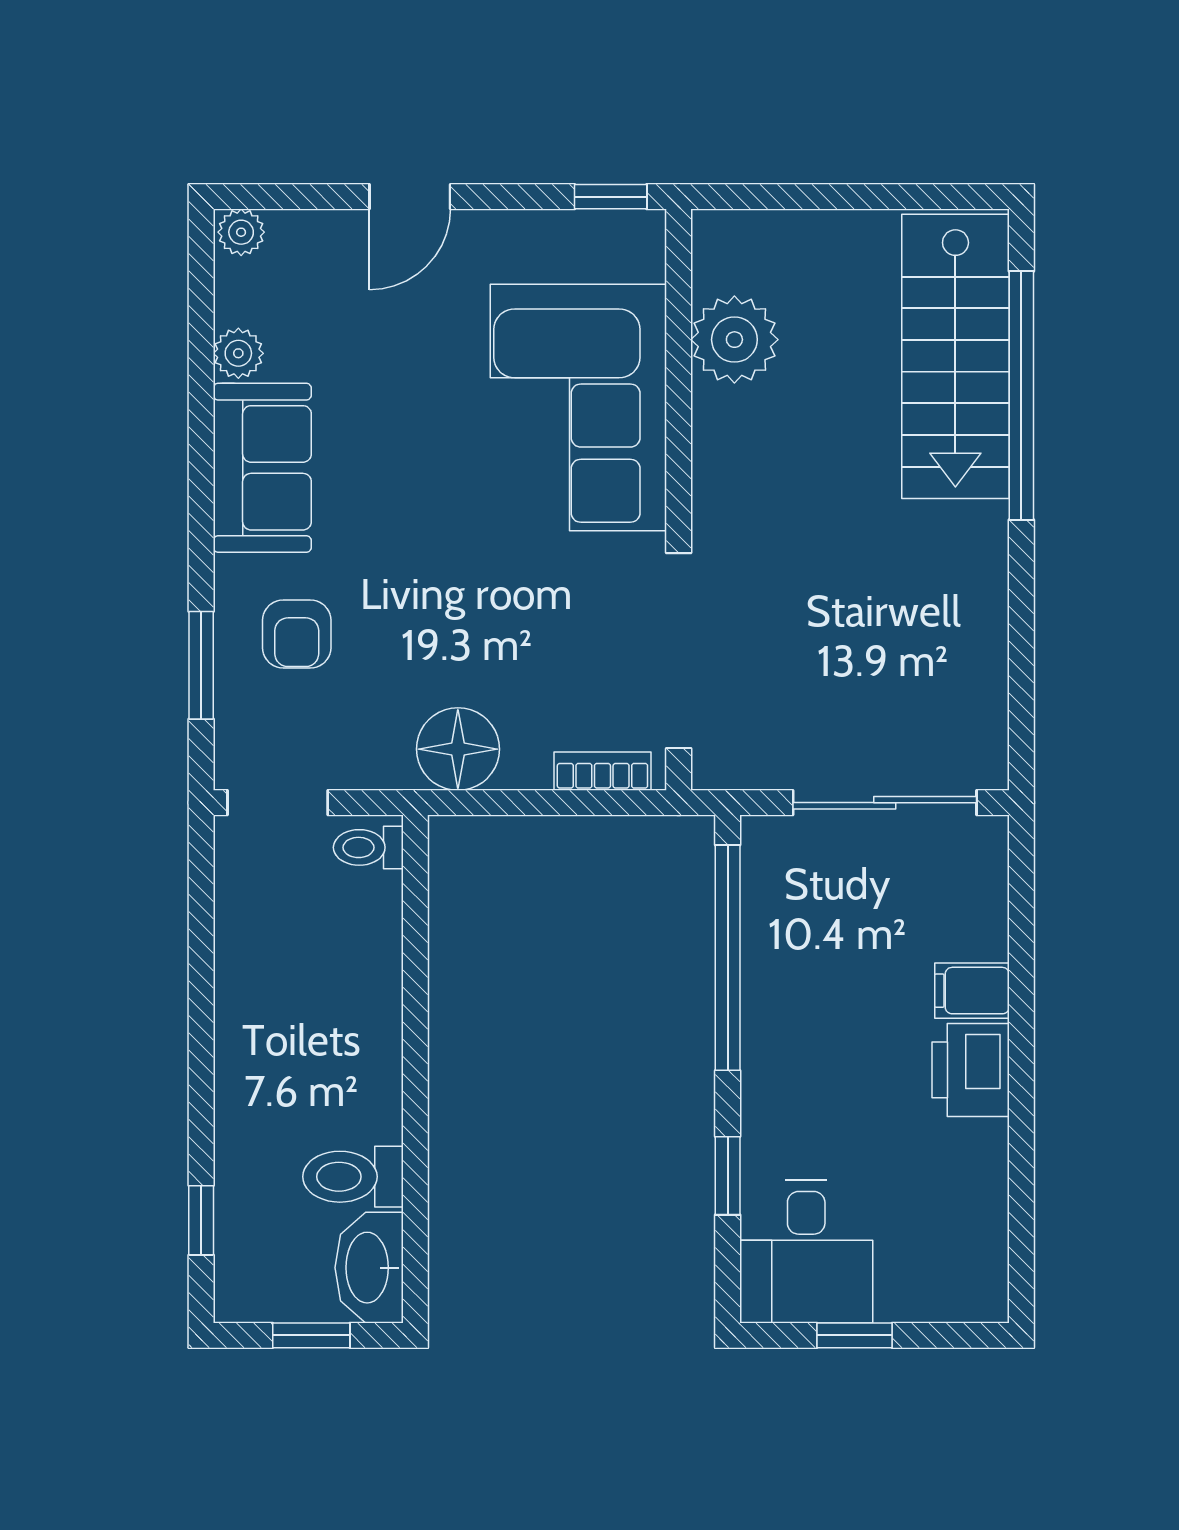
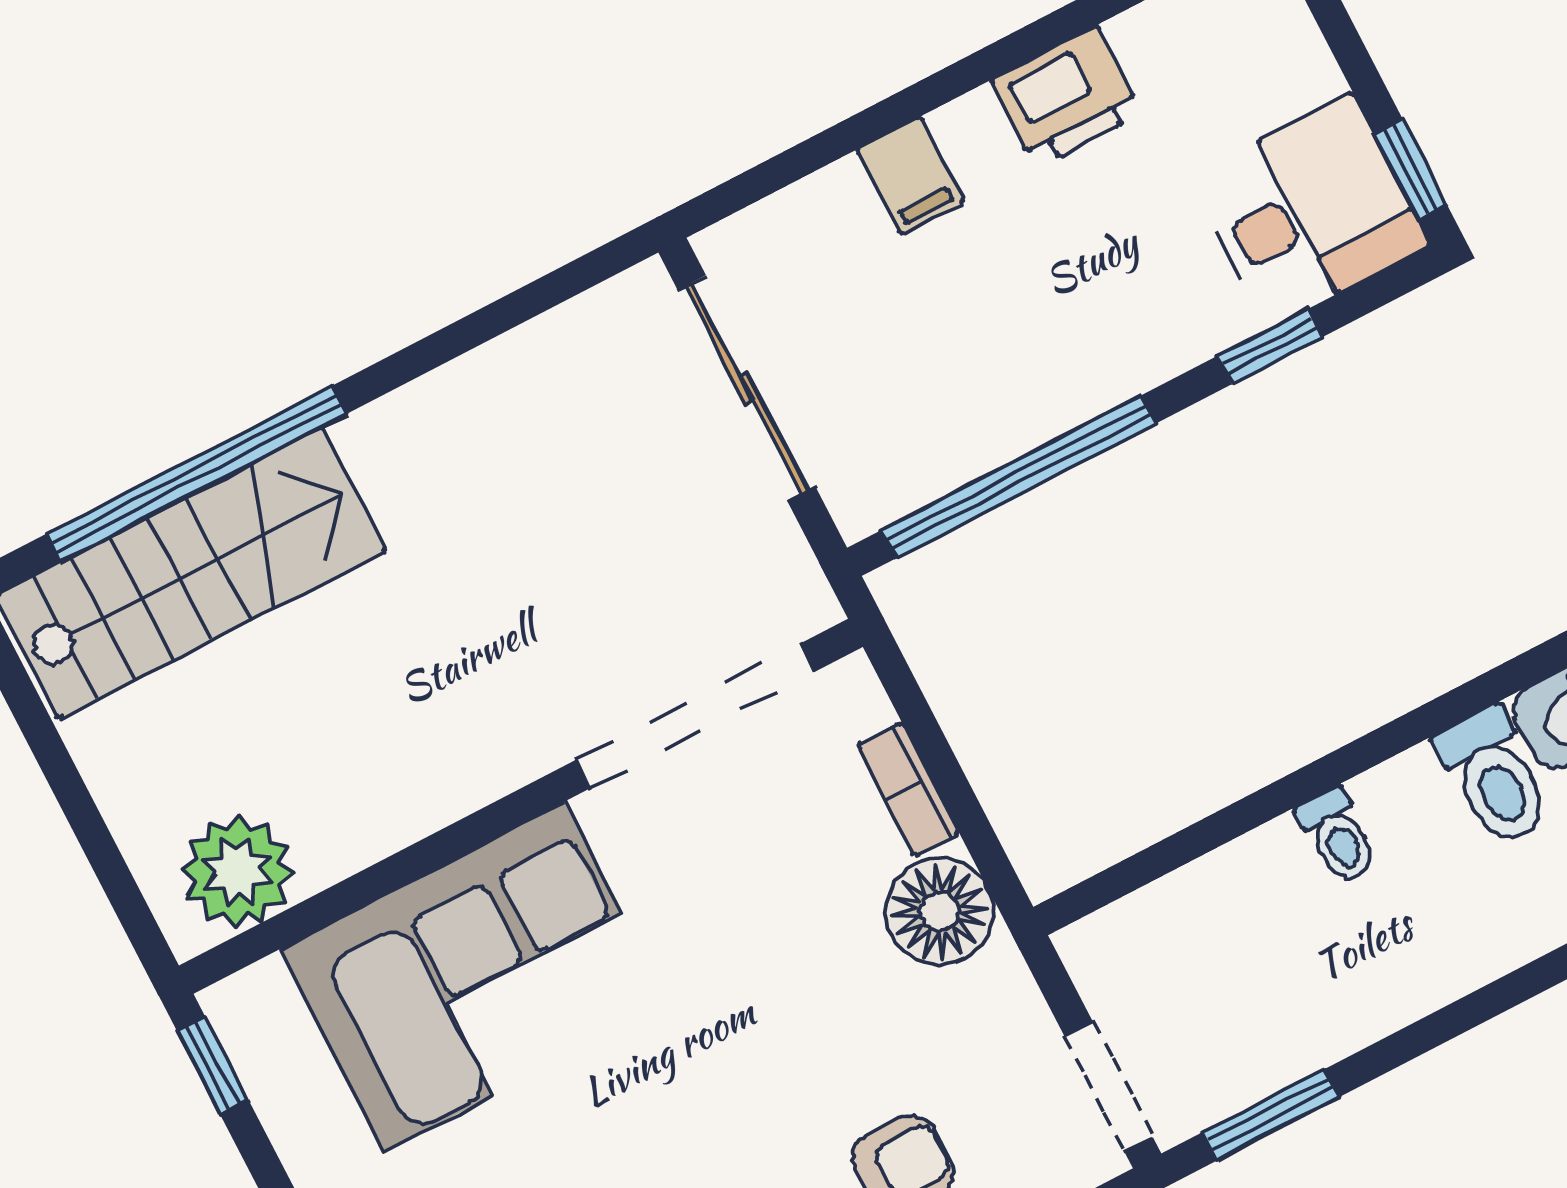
plant: (734, 340) -> (237, 872), moved
bookcase: (602, 771) -> (908, 789), moved
toilet: (368, 847) -> (1338, 836), moved
window: (201, 904) -> (1271, 1115), added
printer: (971, 1070) -> (1067, 97), moved
window: (854, 1335) -> (1411, 169), moved

